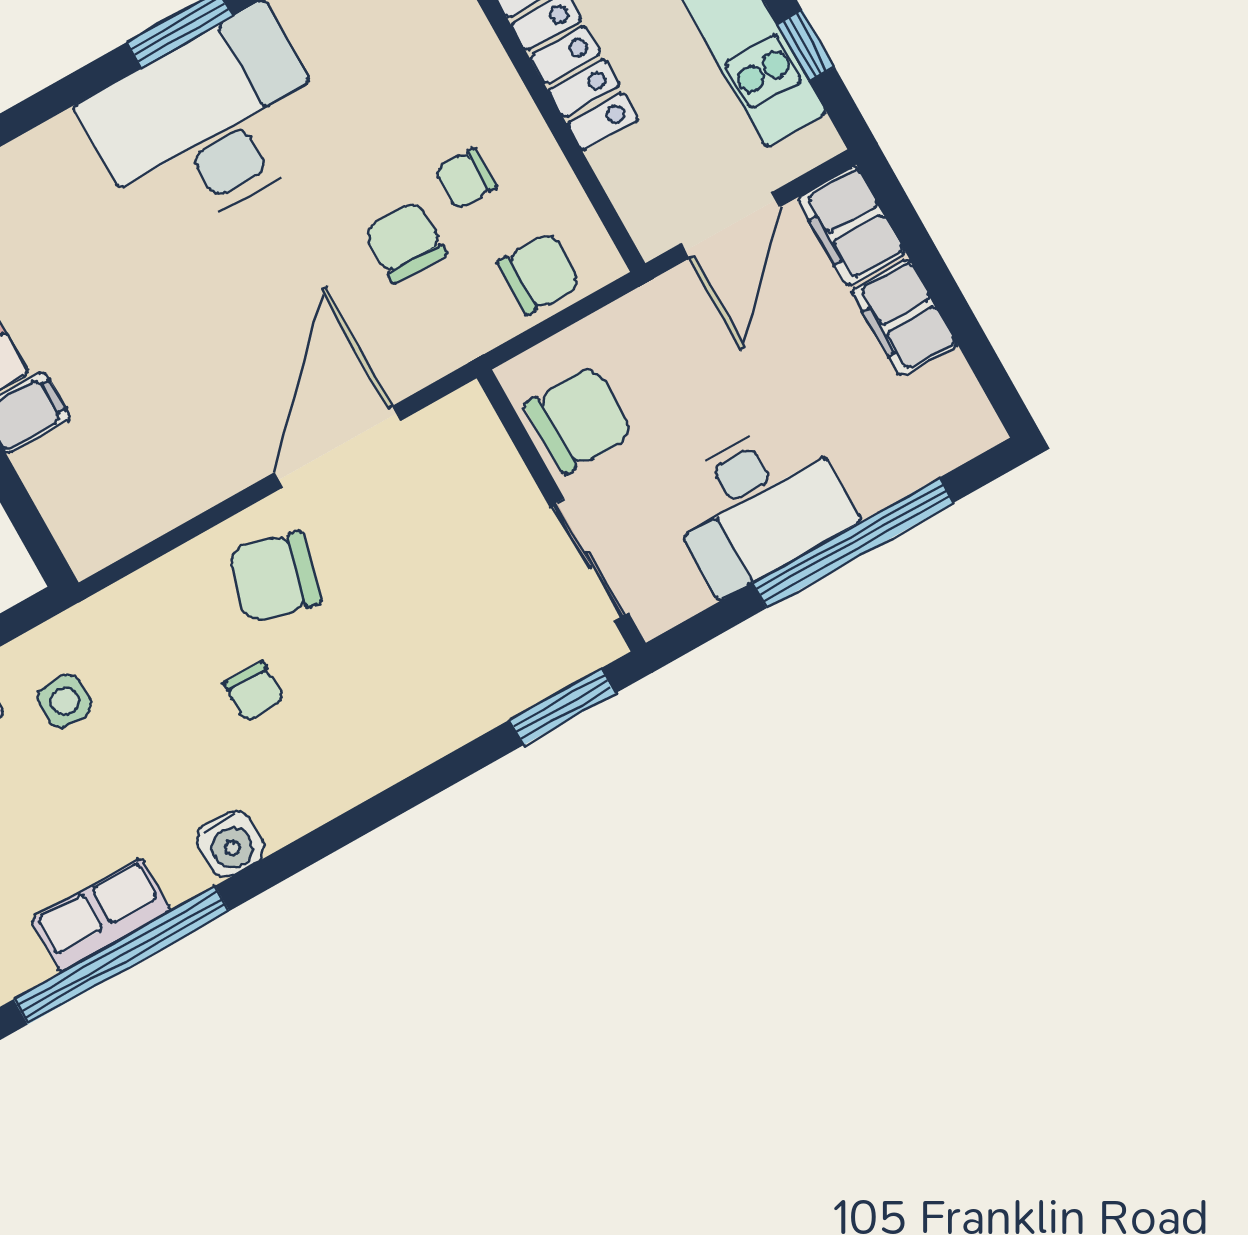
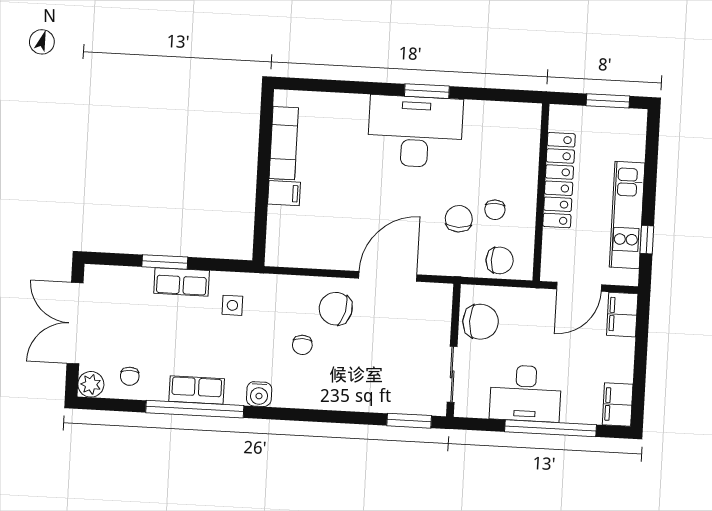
chair: (466, 178) -> (495, 210), turned -90
filing cabinet: (904, 318) -> (618, 405), moved

